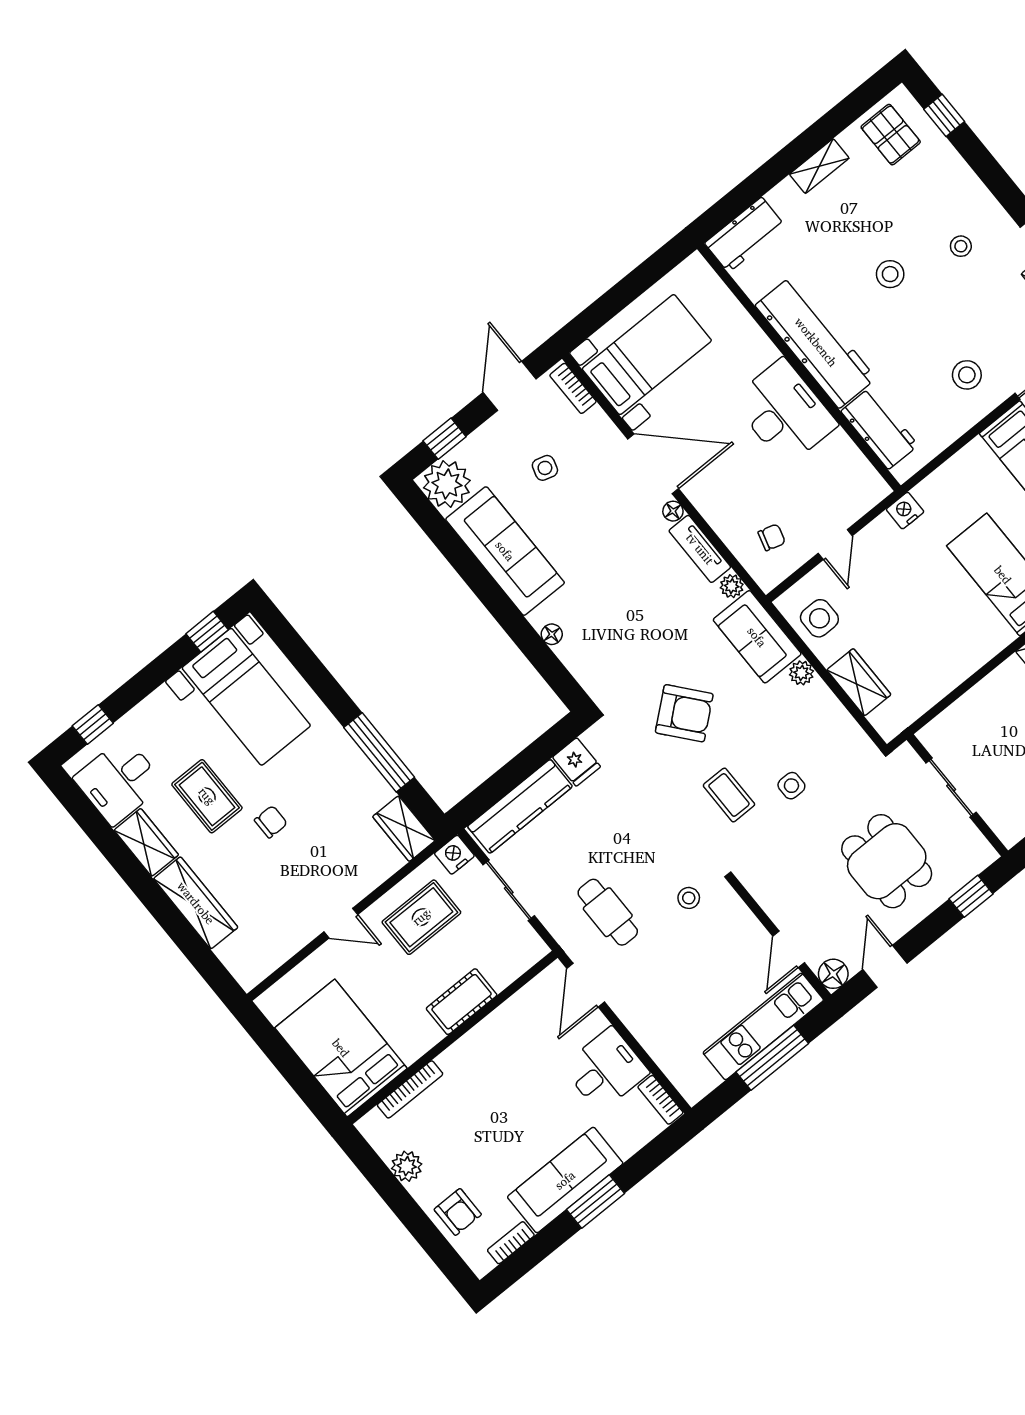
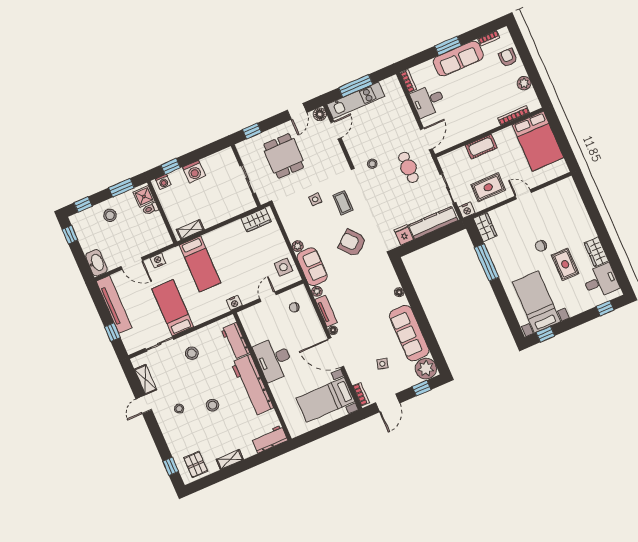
wardrobe: (859, 682) -> (256, 220), moved, turned -90
wardrobe: (196, 903) -> (583, 220), removed

